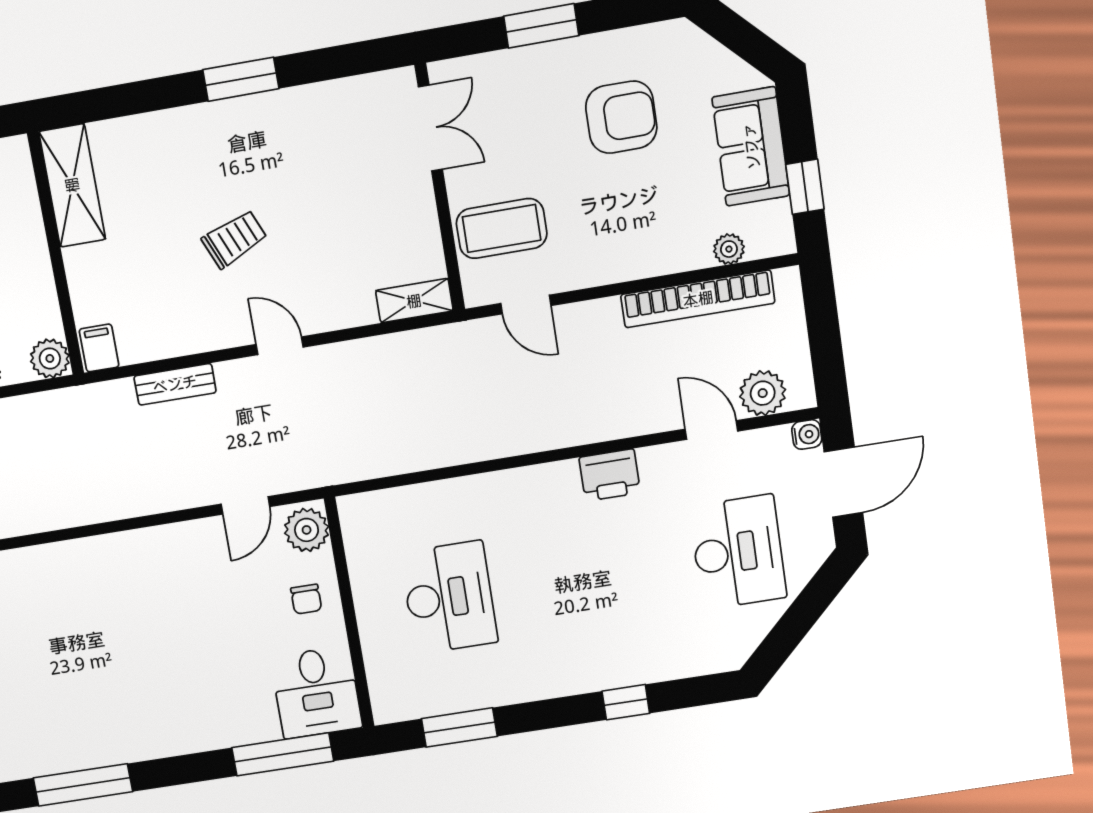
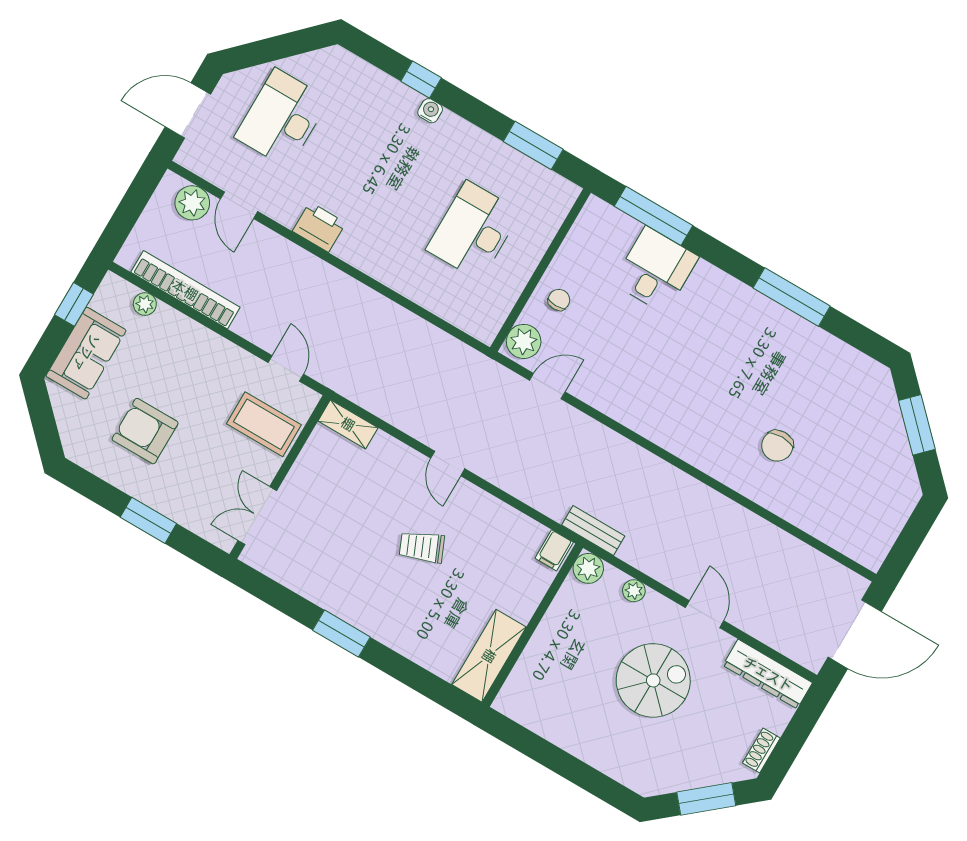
bench: (175, 384) -> (593, 530), moved
water cooler: (807, 434) -> (430, 111), moved, turned 90
desk: (316, 692) -> (656, 270), moved

